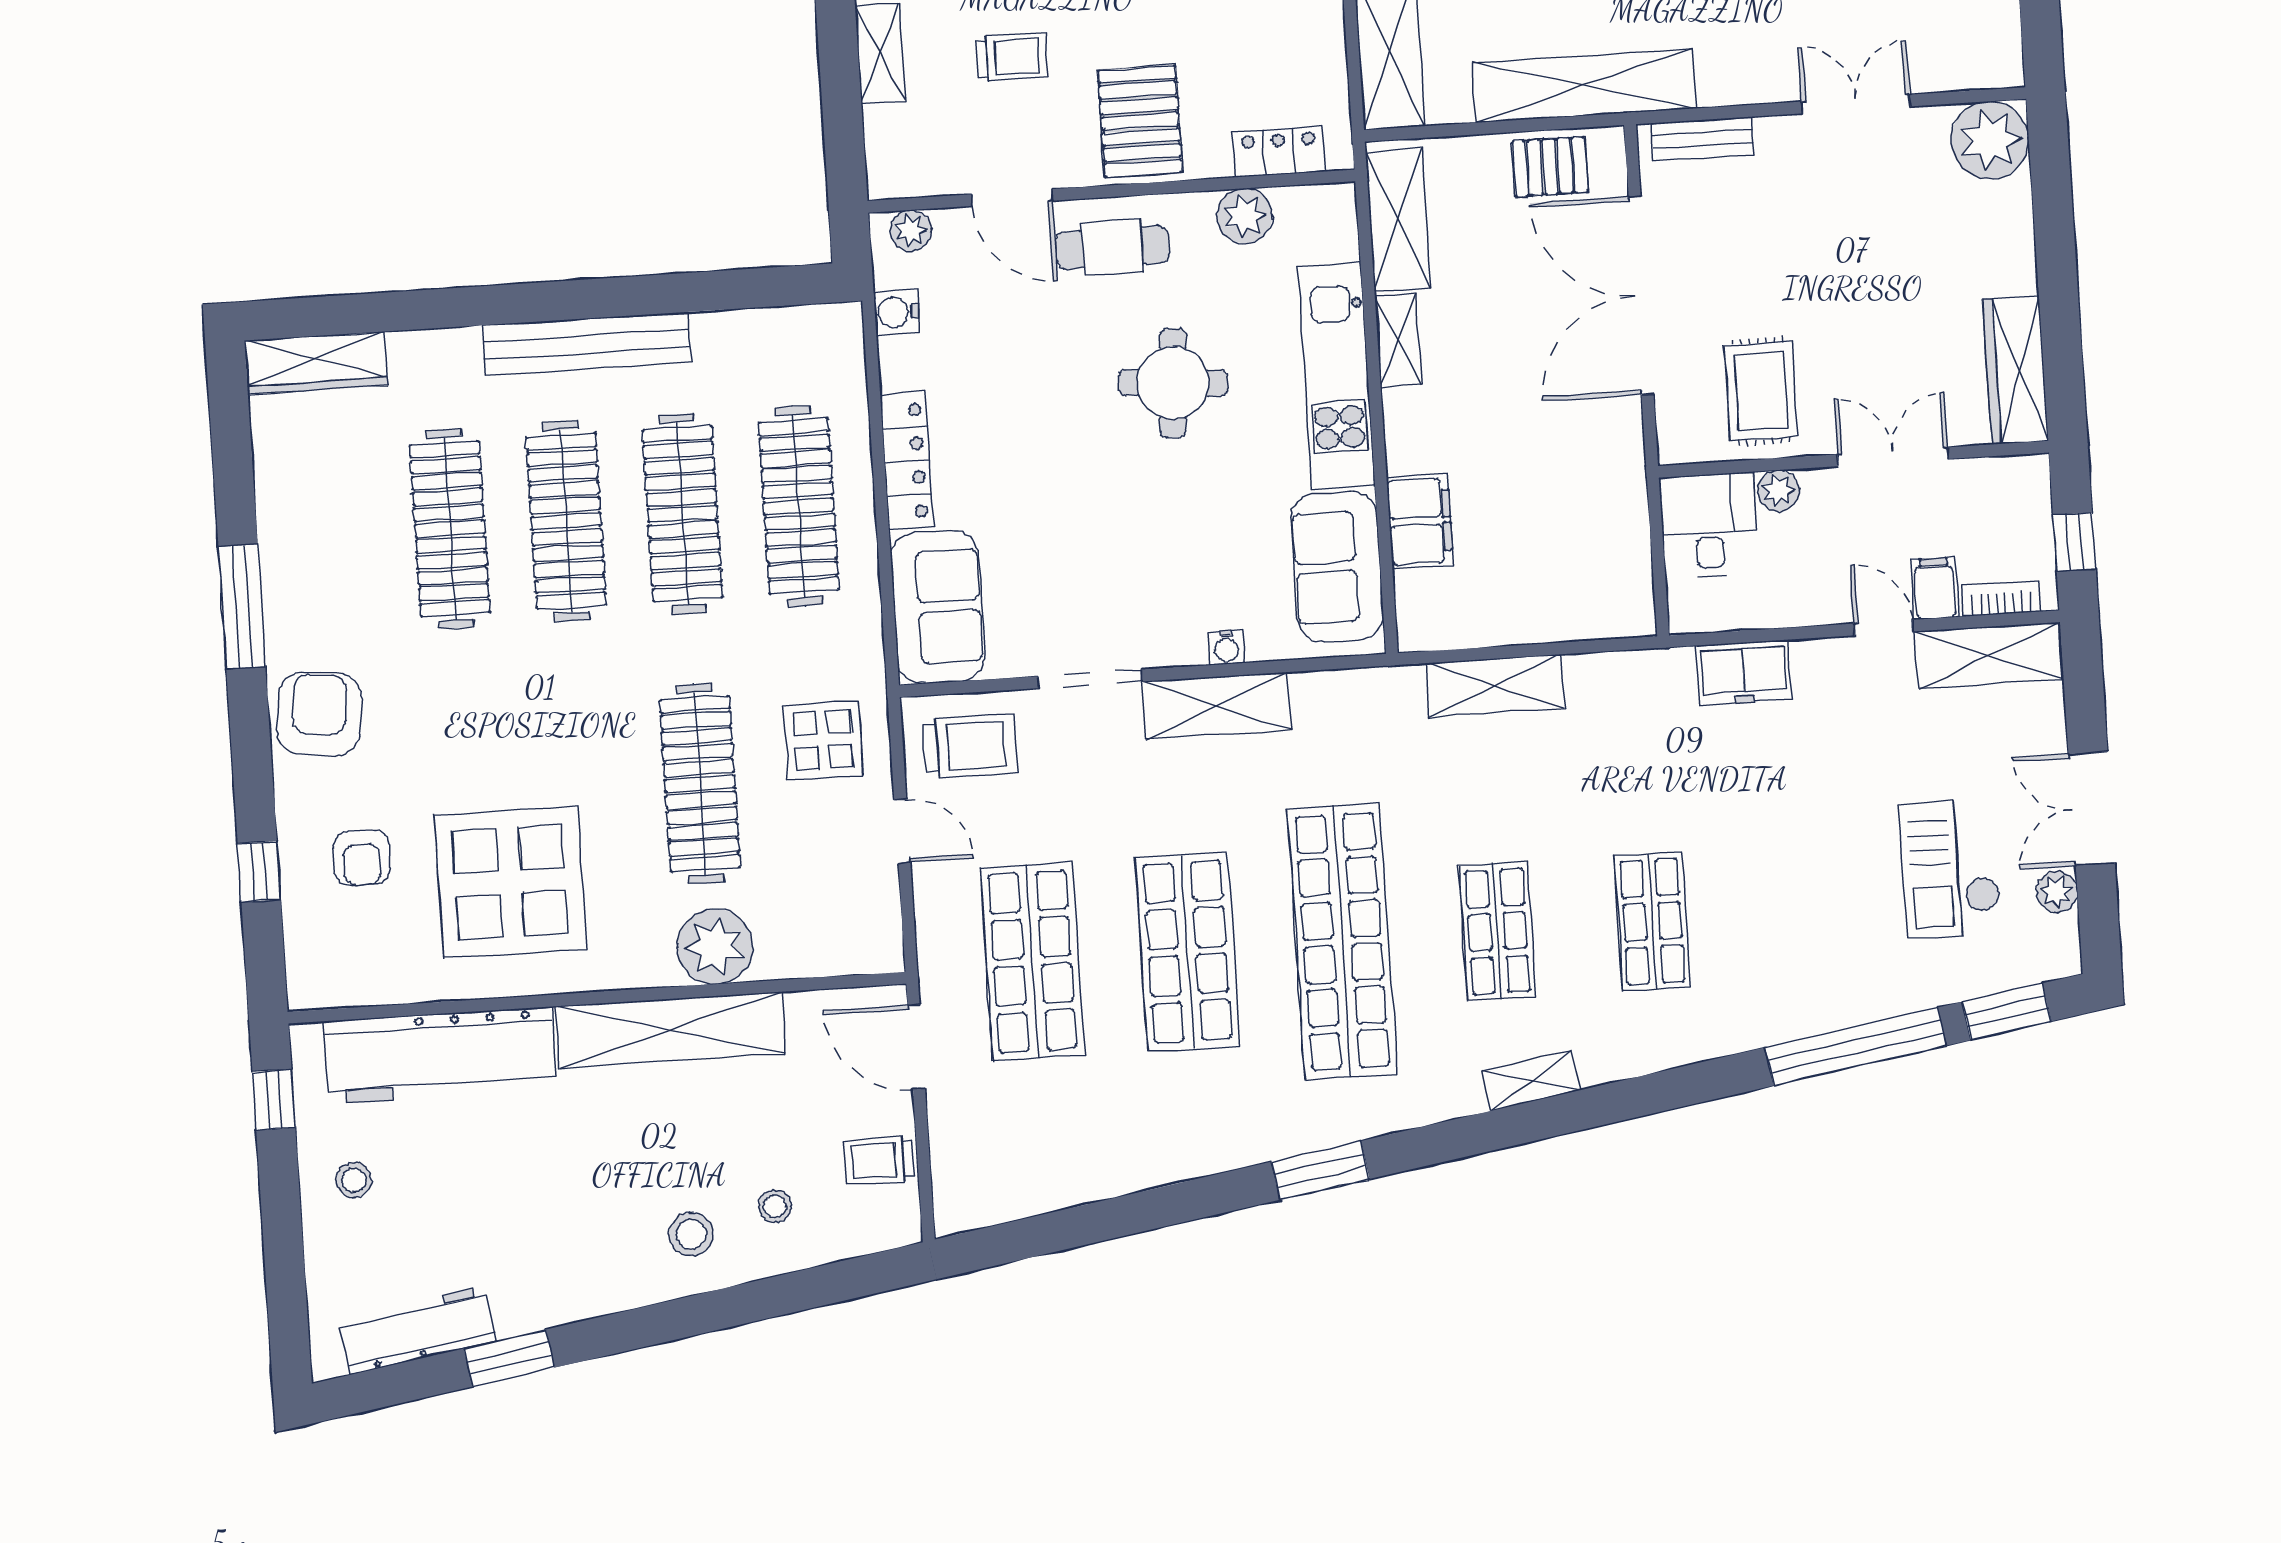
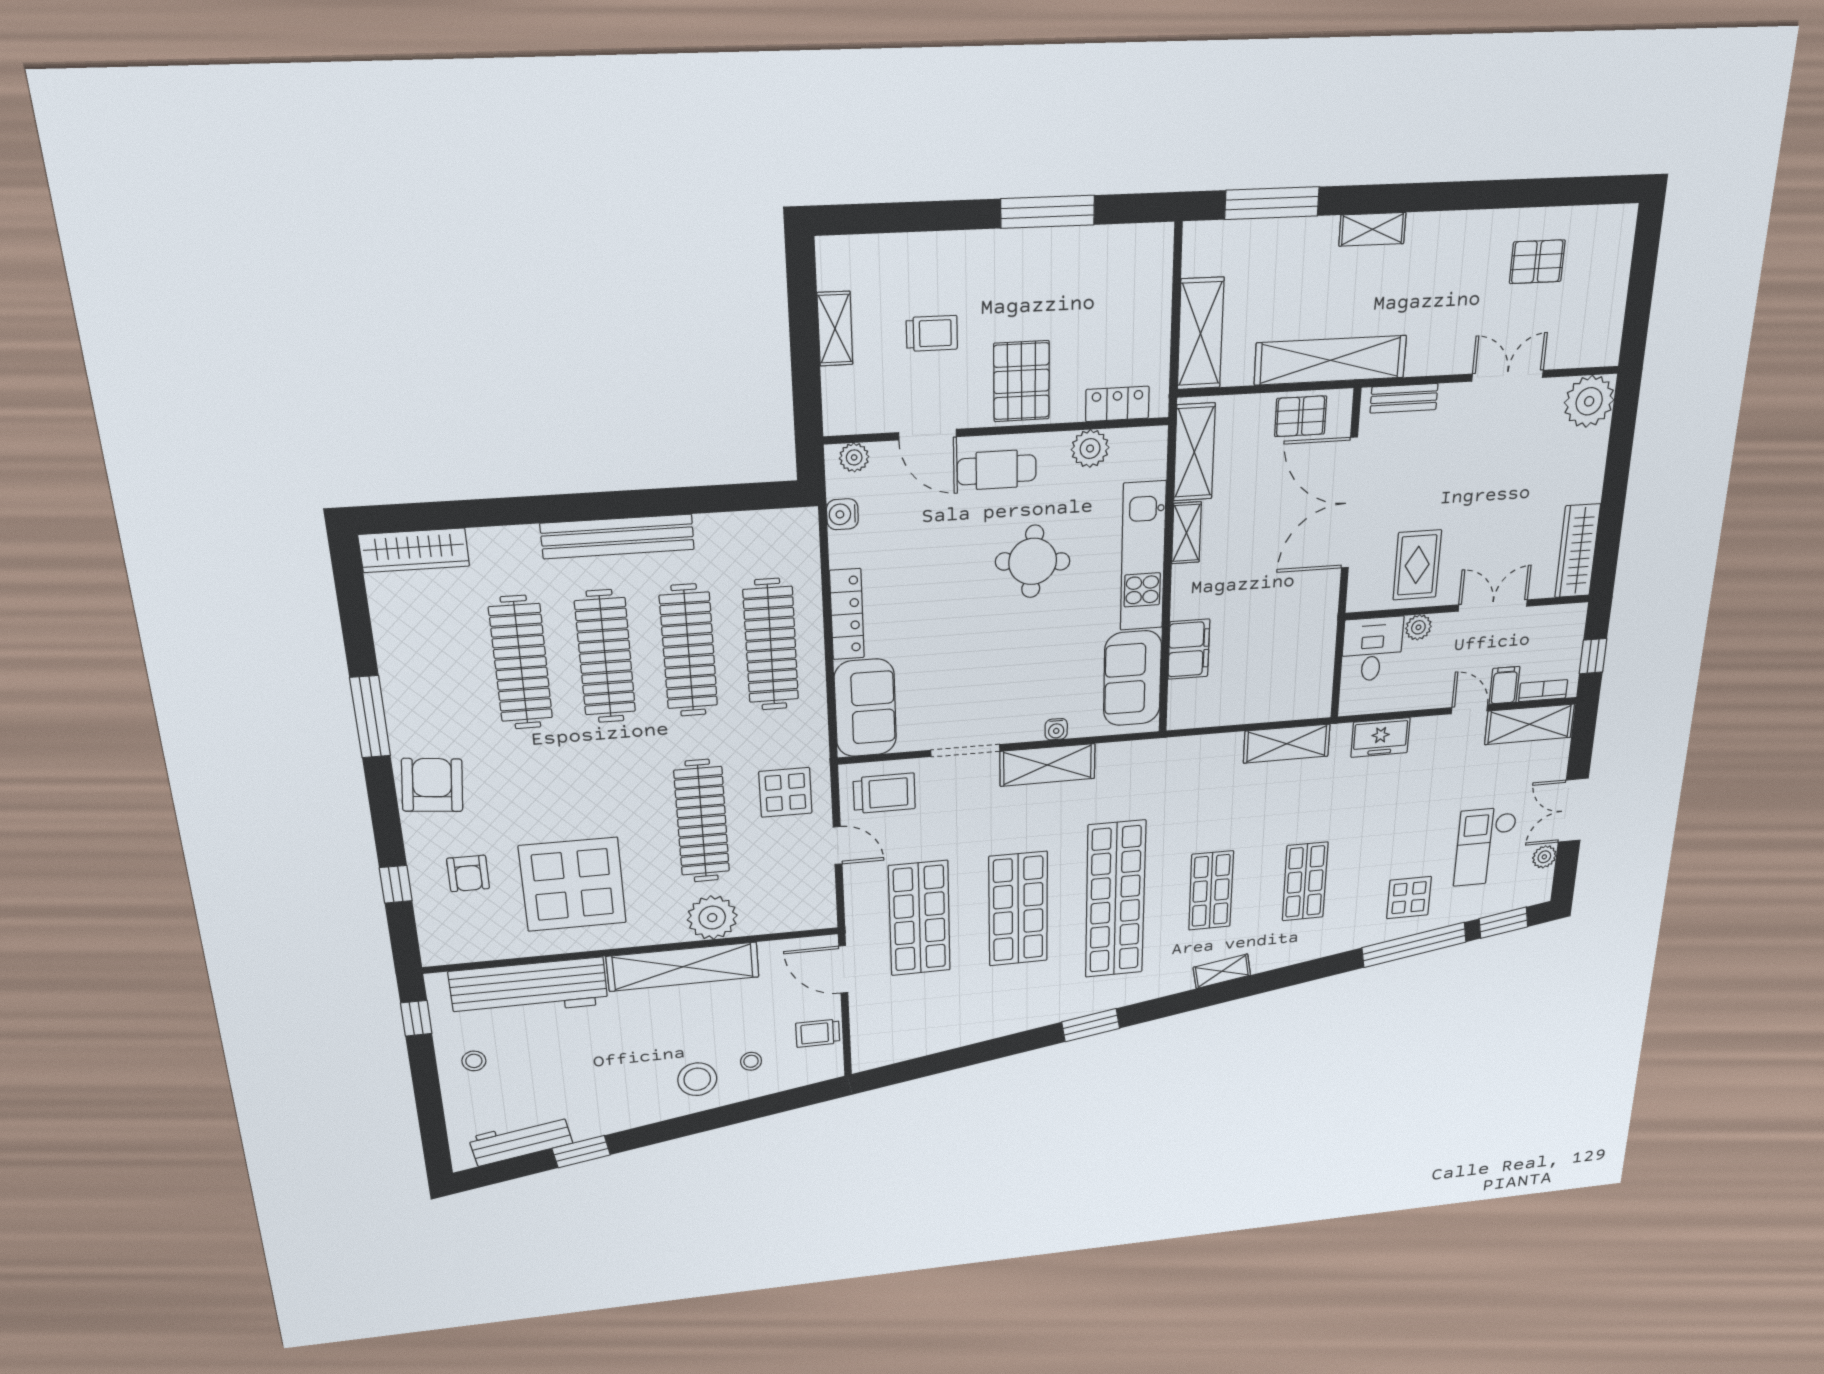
shelving: (1495, 686) -> (1287, 744), moved
display table: (1833, 958) -> (1409, 898), added
stool: (691, 1234) -> (697, 1079), width x1.38, depth x1.38

